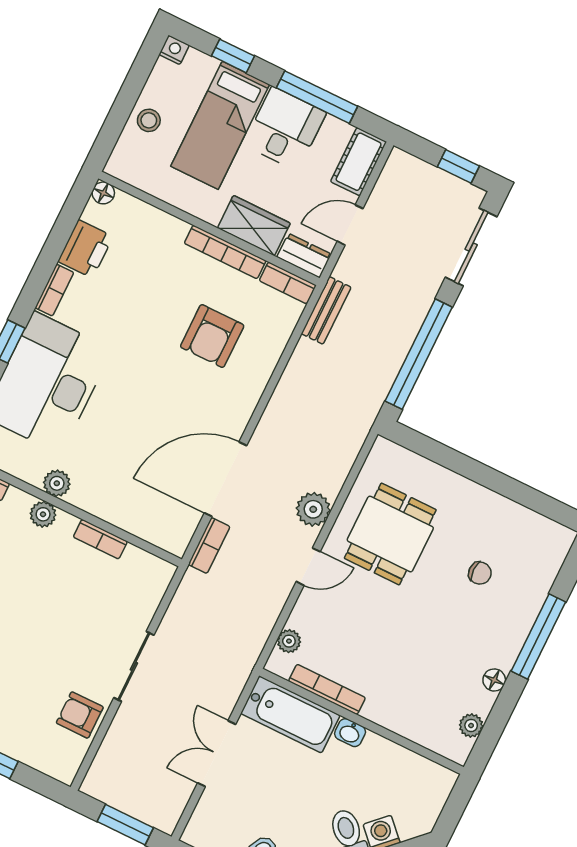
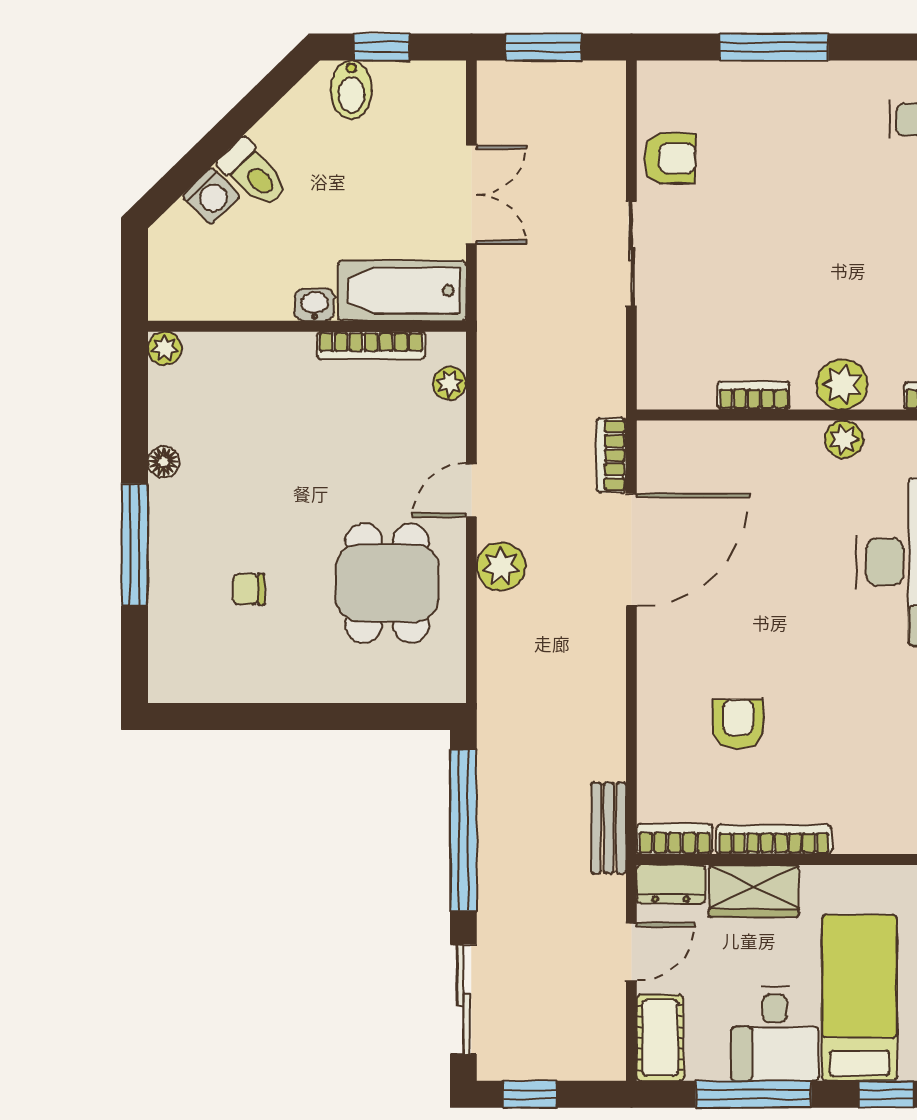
armchair: (212, 336) -> (738, 724), width x0.72, depth x0.72
plant: (43, 514) -> (842, 384), width x1.38, depth x1.38
plant: (471, 726) -> (165, 348), moved

